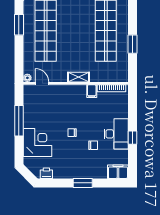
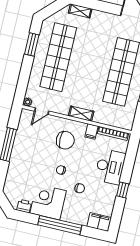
door: (42, 83) -> (42, 111), swing flipped
chair: (70, 105) -> (65, 140), added
desk: (116, 134) -> (110, 167), moved
corner desk: (37, 143) -> (48, 202), moved, turned -90
window: (83, 183) -> (60, 225), width x2.11

